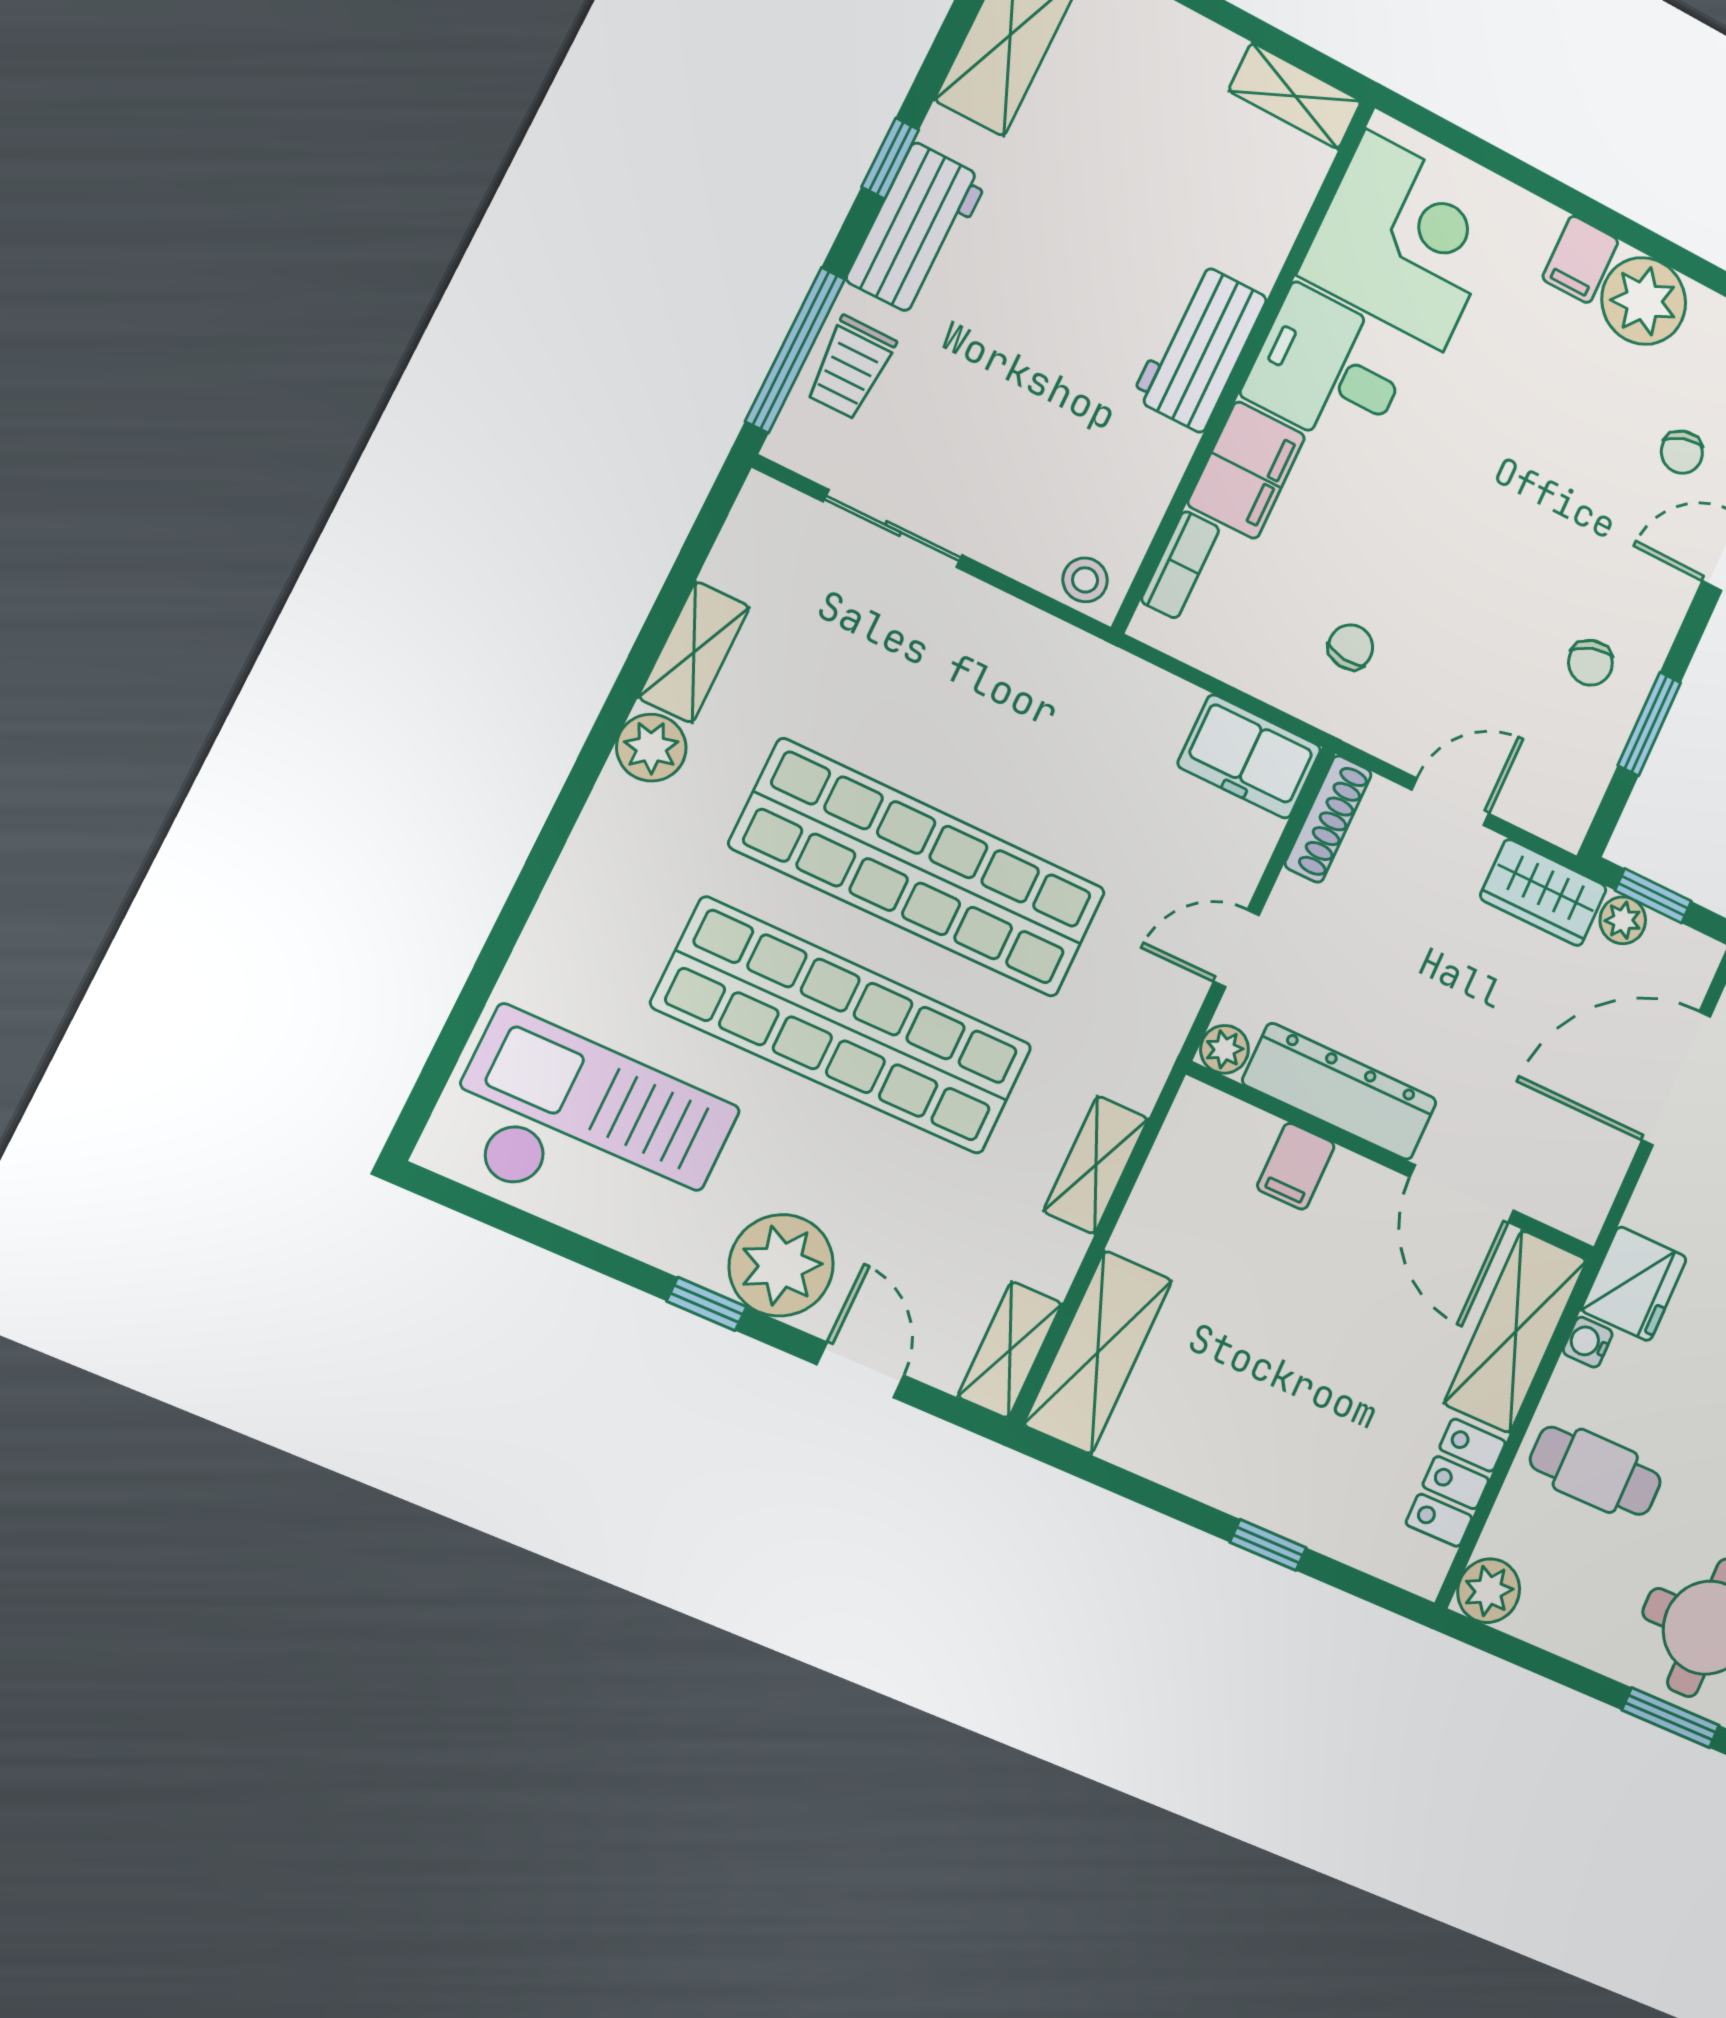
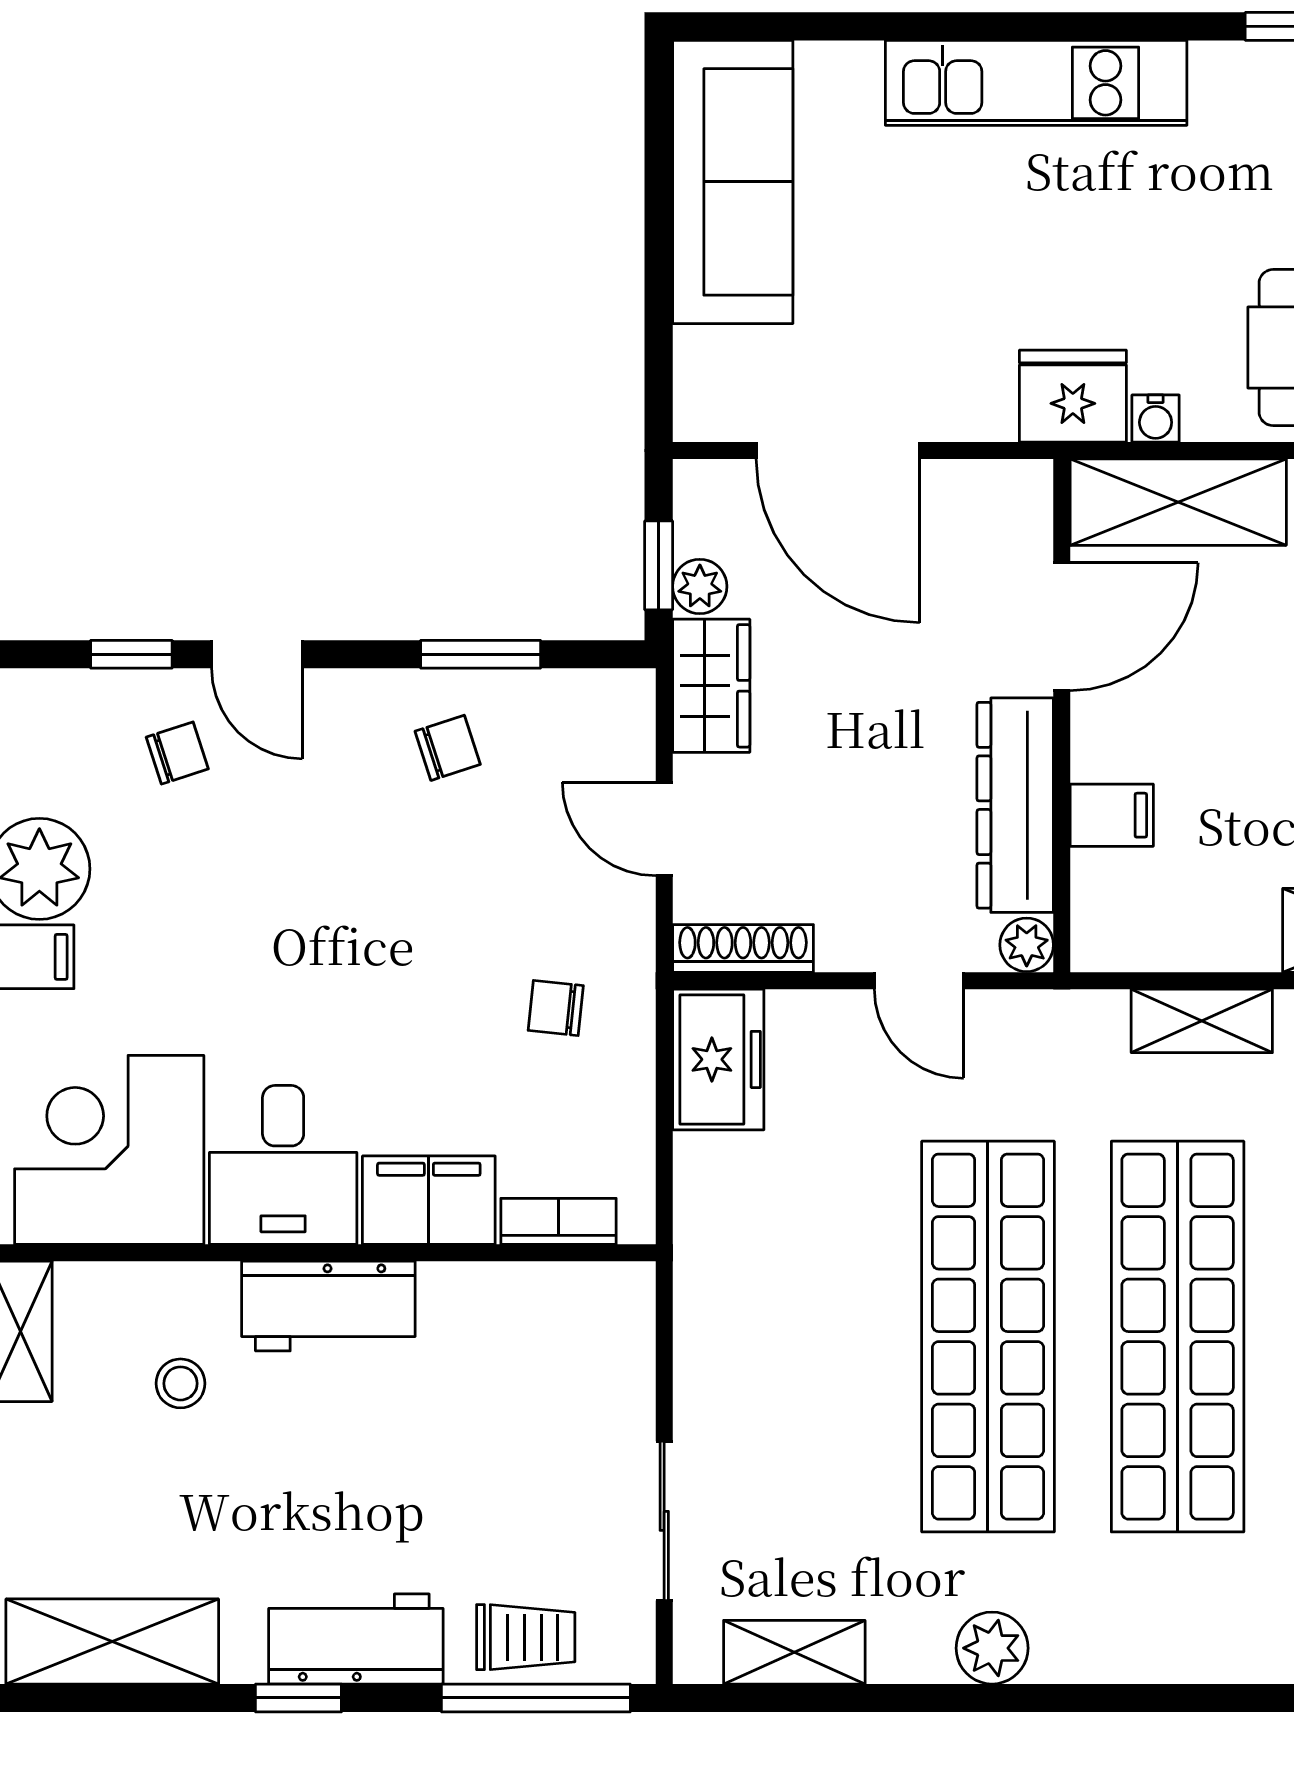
stool: (1085, 580) -> (180, 1383), moved
shelving: (694, 652) -> (794, 1652), moved

